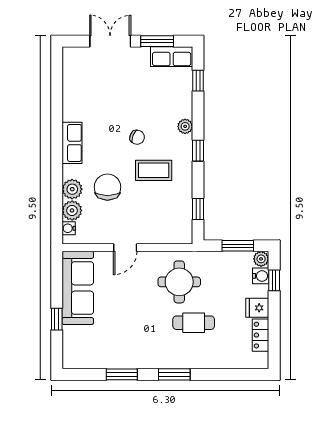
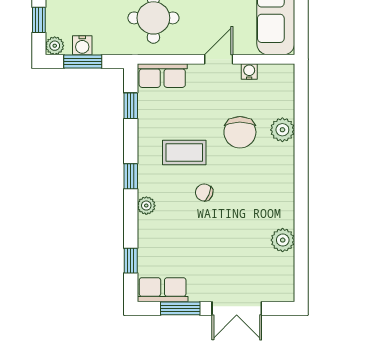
row of seats: (72, 143) -> (162, 76), moved, turned -90
plant: (72, 210) -> (283, 240), moved
water cooler: (69, 228) -> (249, 72), moved, turned -90
water cooler: (261, 276) -> (82, 45), moved, turned -90

